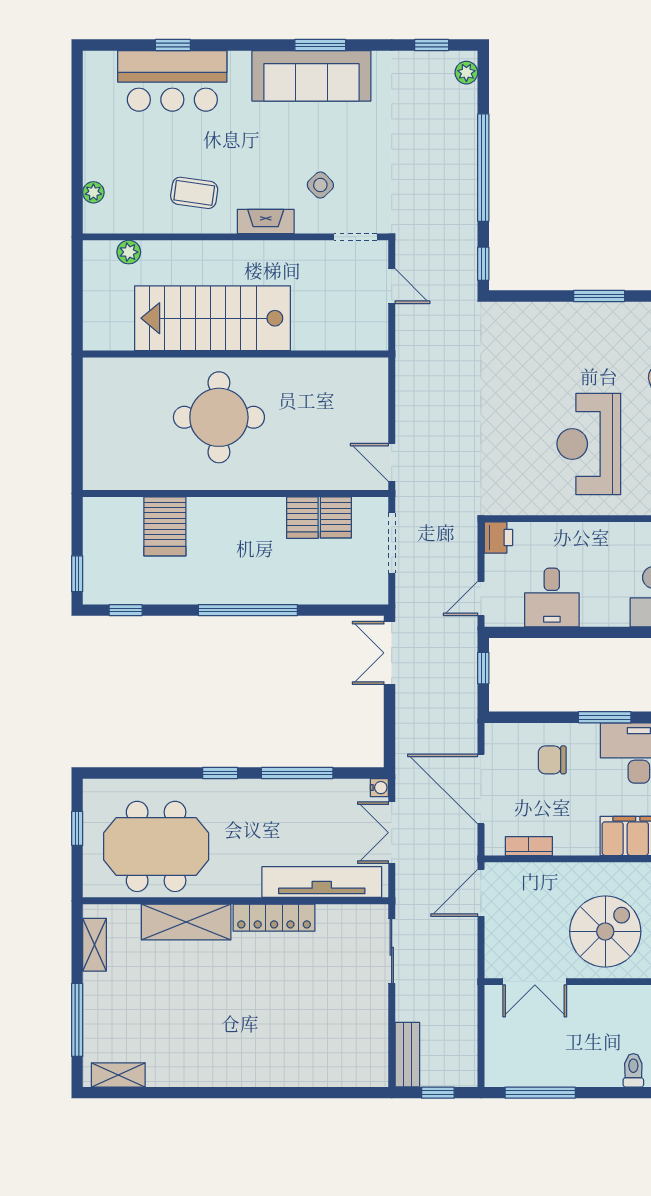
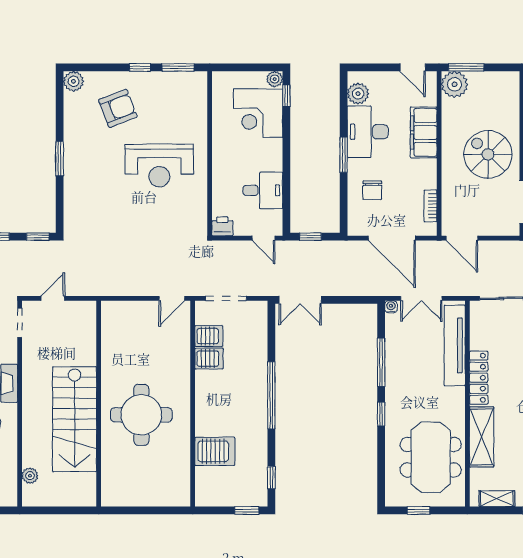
door: (481, 789) -> (392, 238), hinge flipped

